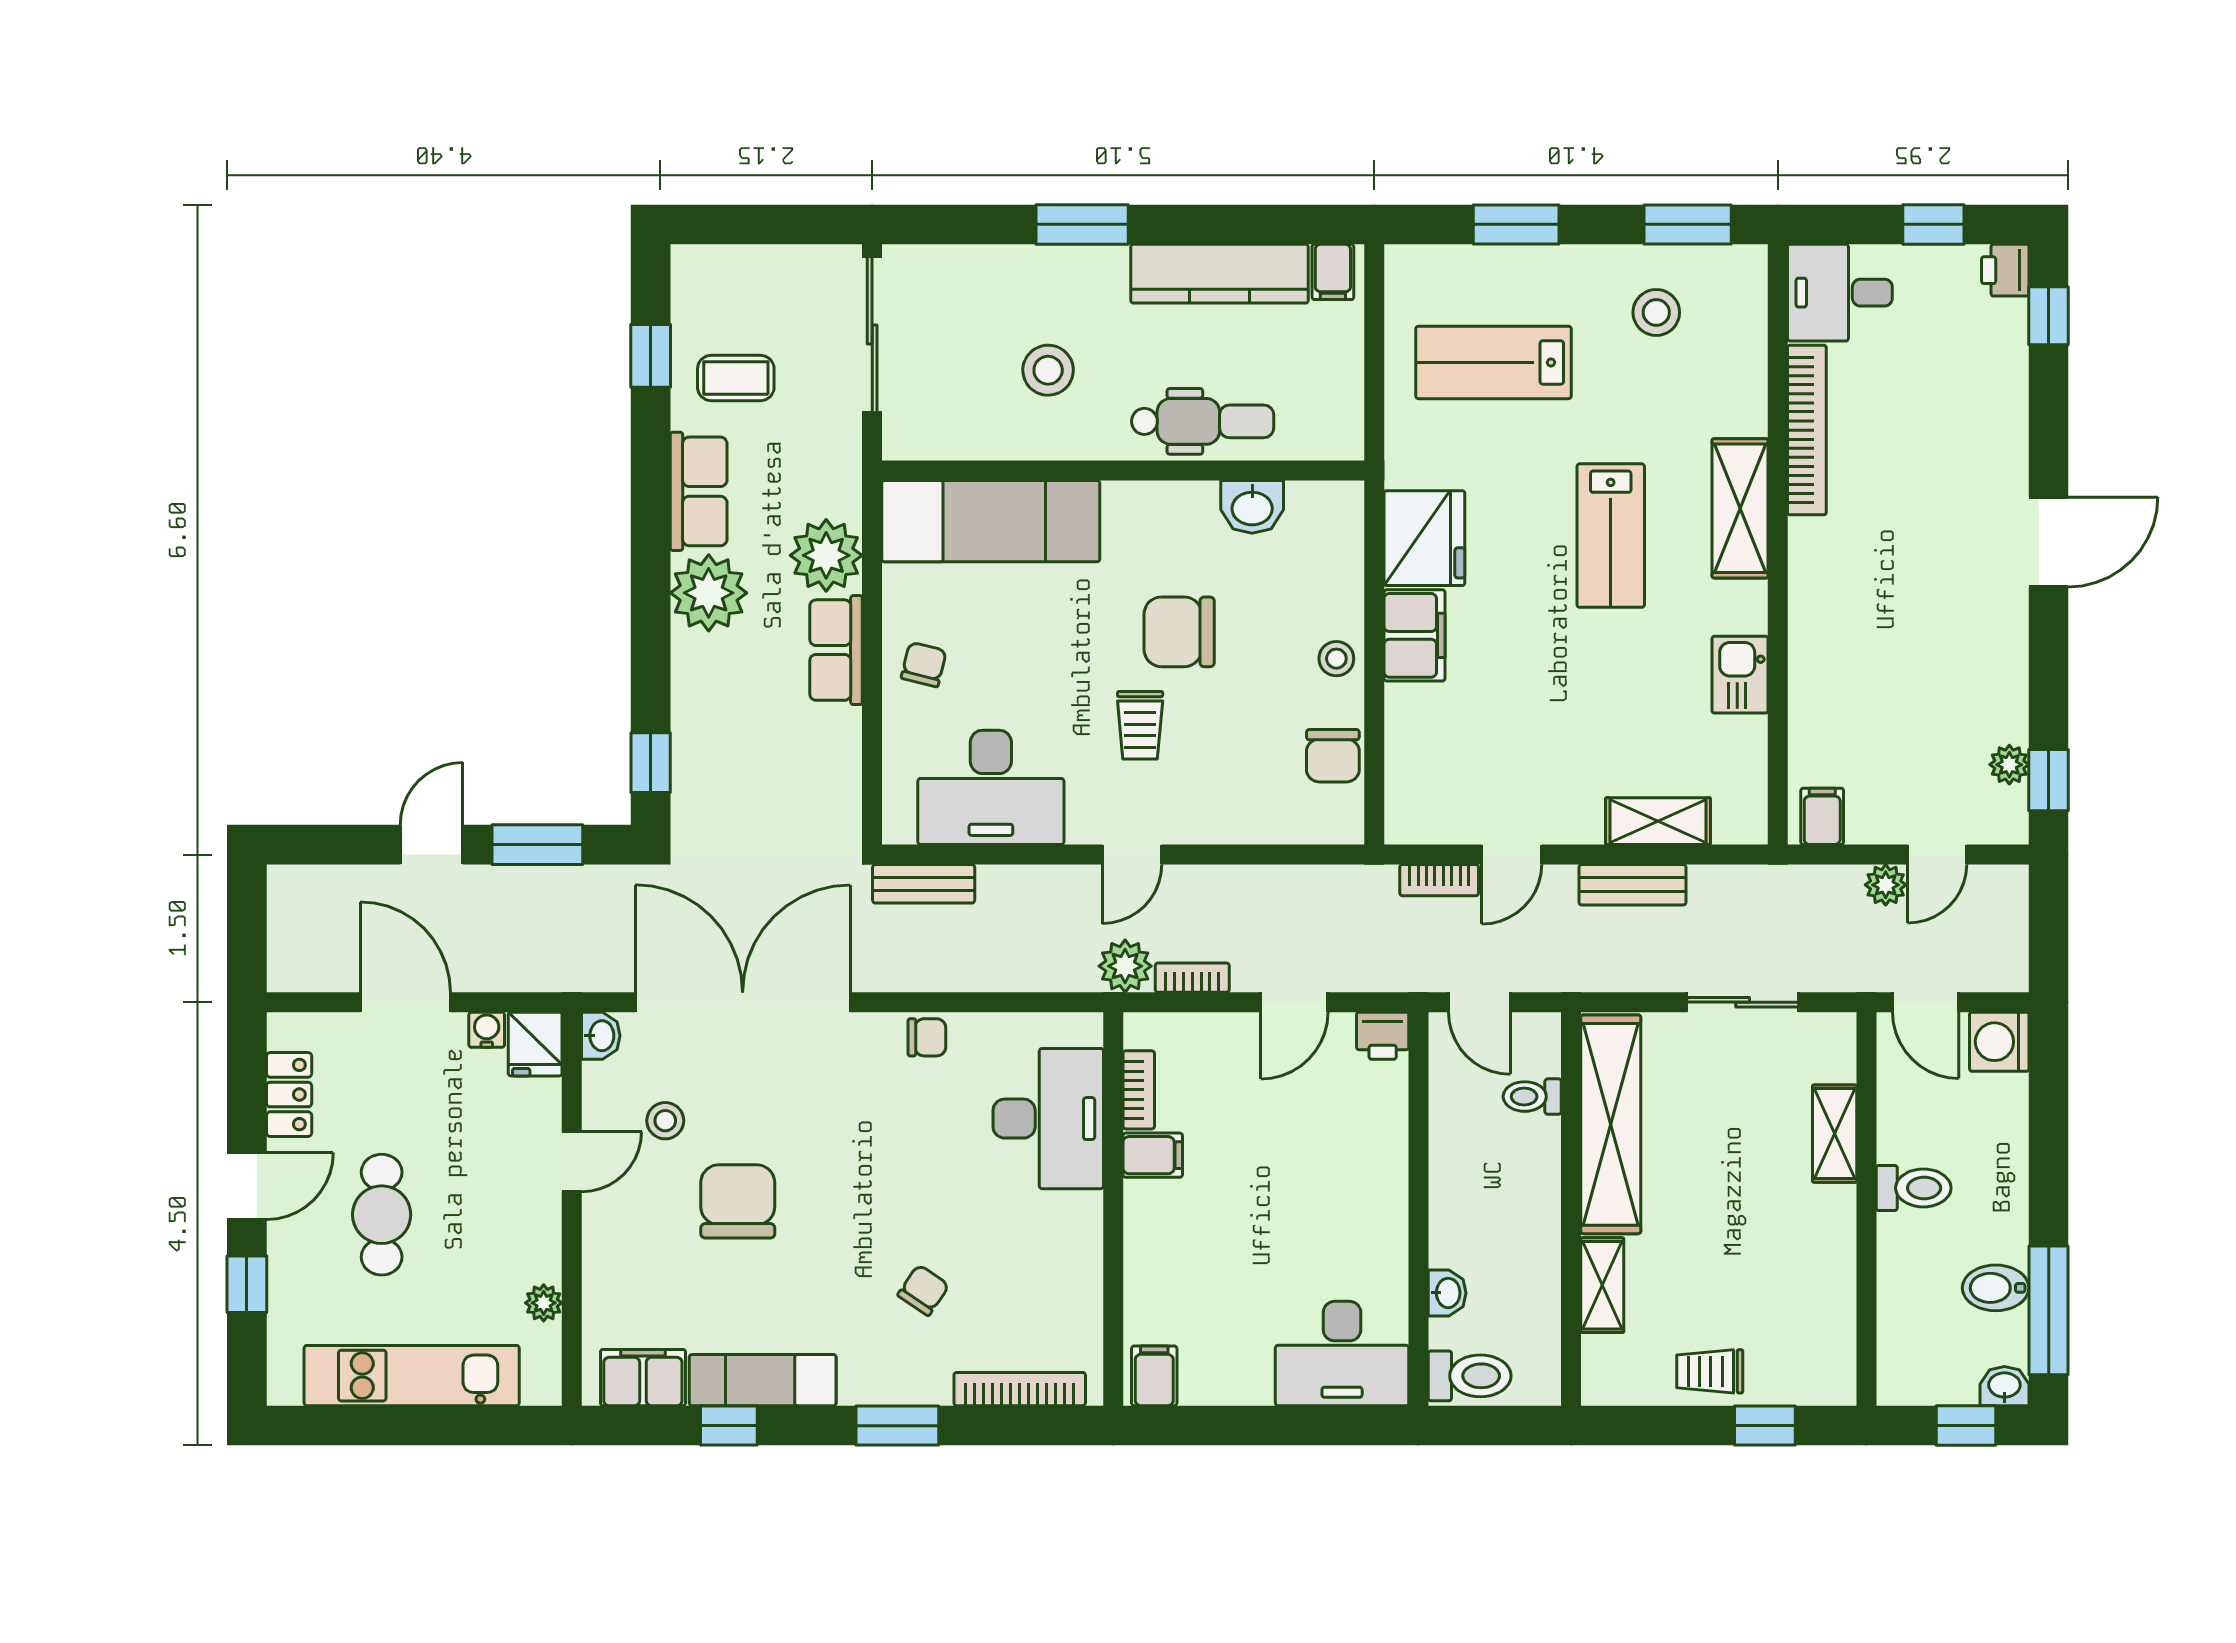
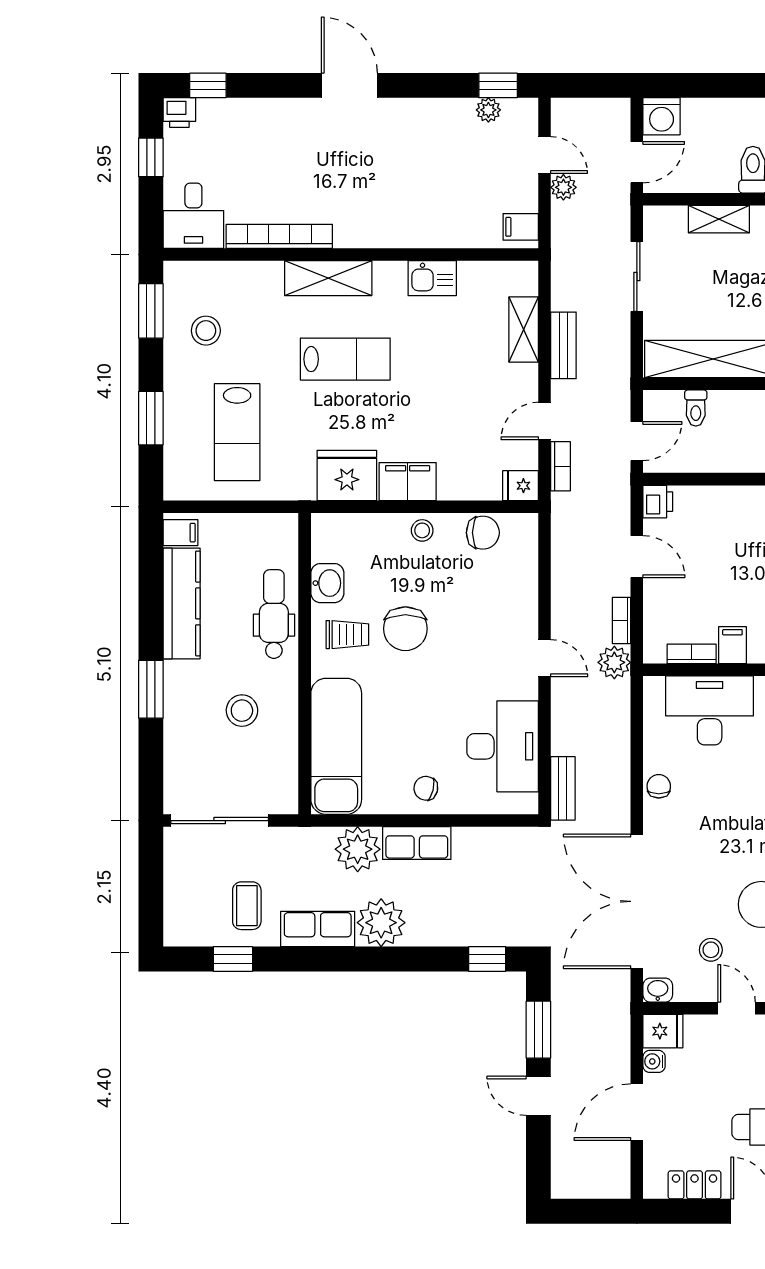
trolley: (1140, 725) -> (347, 635), moved
fridge: (1408, 816) -> (521, 486), added
door: (1512, 855) -> (545, 421), swing flipped

